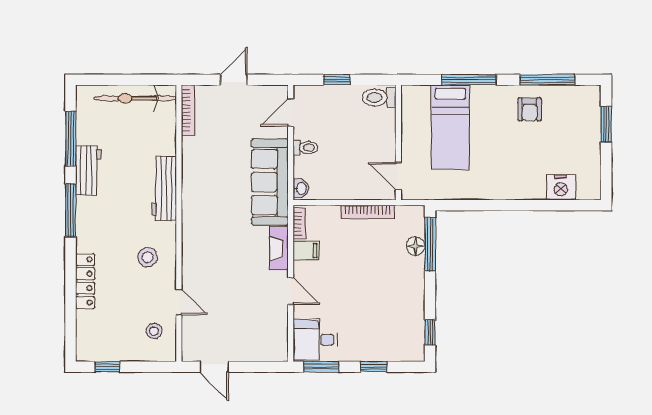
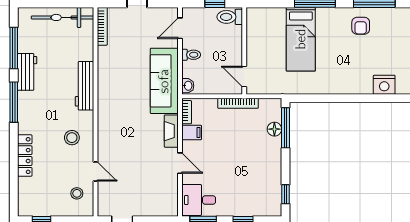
toilet: (379, 98) -> (230, 17), moved
wall: (398, 142) -> (244, 51), moved
door: (398, 176) -> (244, 76), moved

